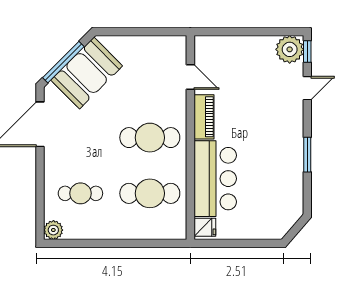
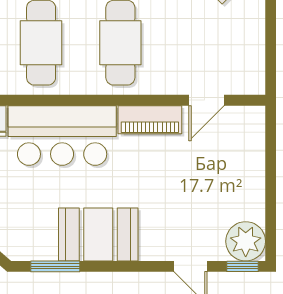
booth: (285, 153) -> (98, 234), added
window: (307, 155) -> (55, 266), moved

